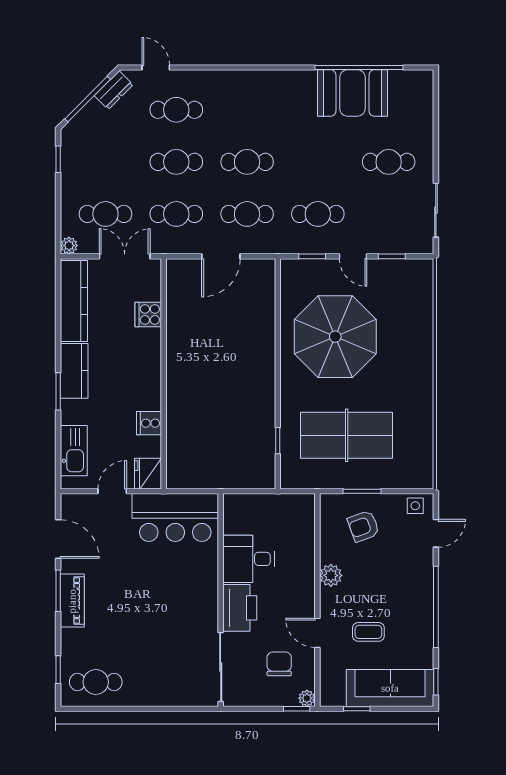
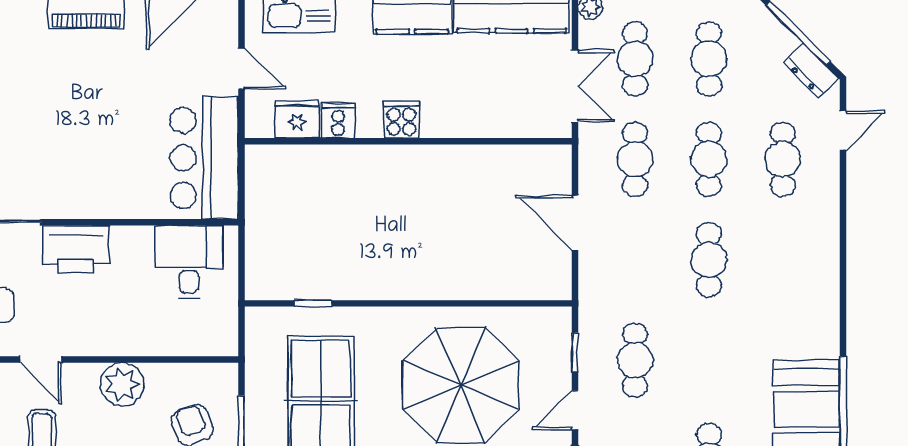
cafe table: (247, 214) -> (709, 59), moved
cooker: (148, 314) -> (401, 120), moved
fridge: (148, 474) -> (297, 119), moved
desk: (249, 559) -> (189, 262), moved
plant: (331, 575) -> (122, 384), width x1.36, depth x1.36
door: (317, 633) -> (40, 359), swing flipped

